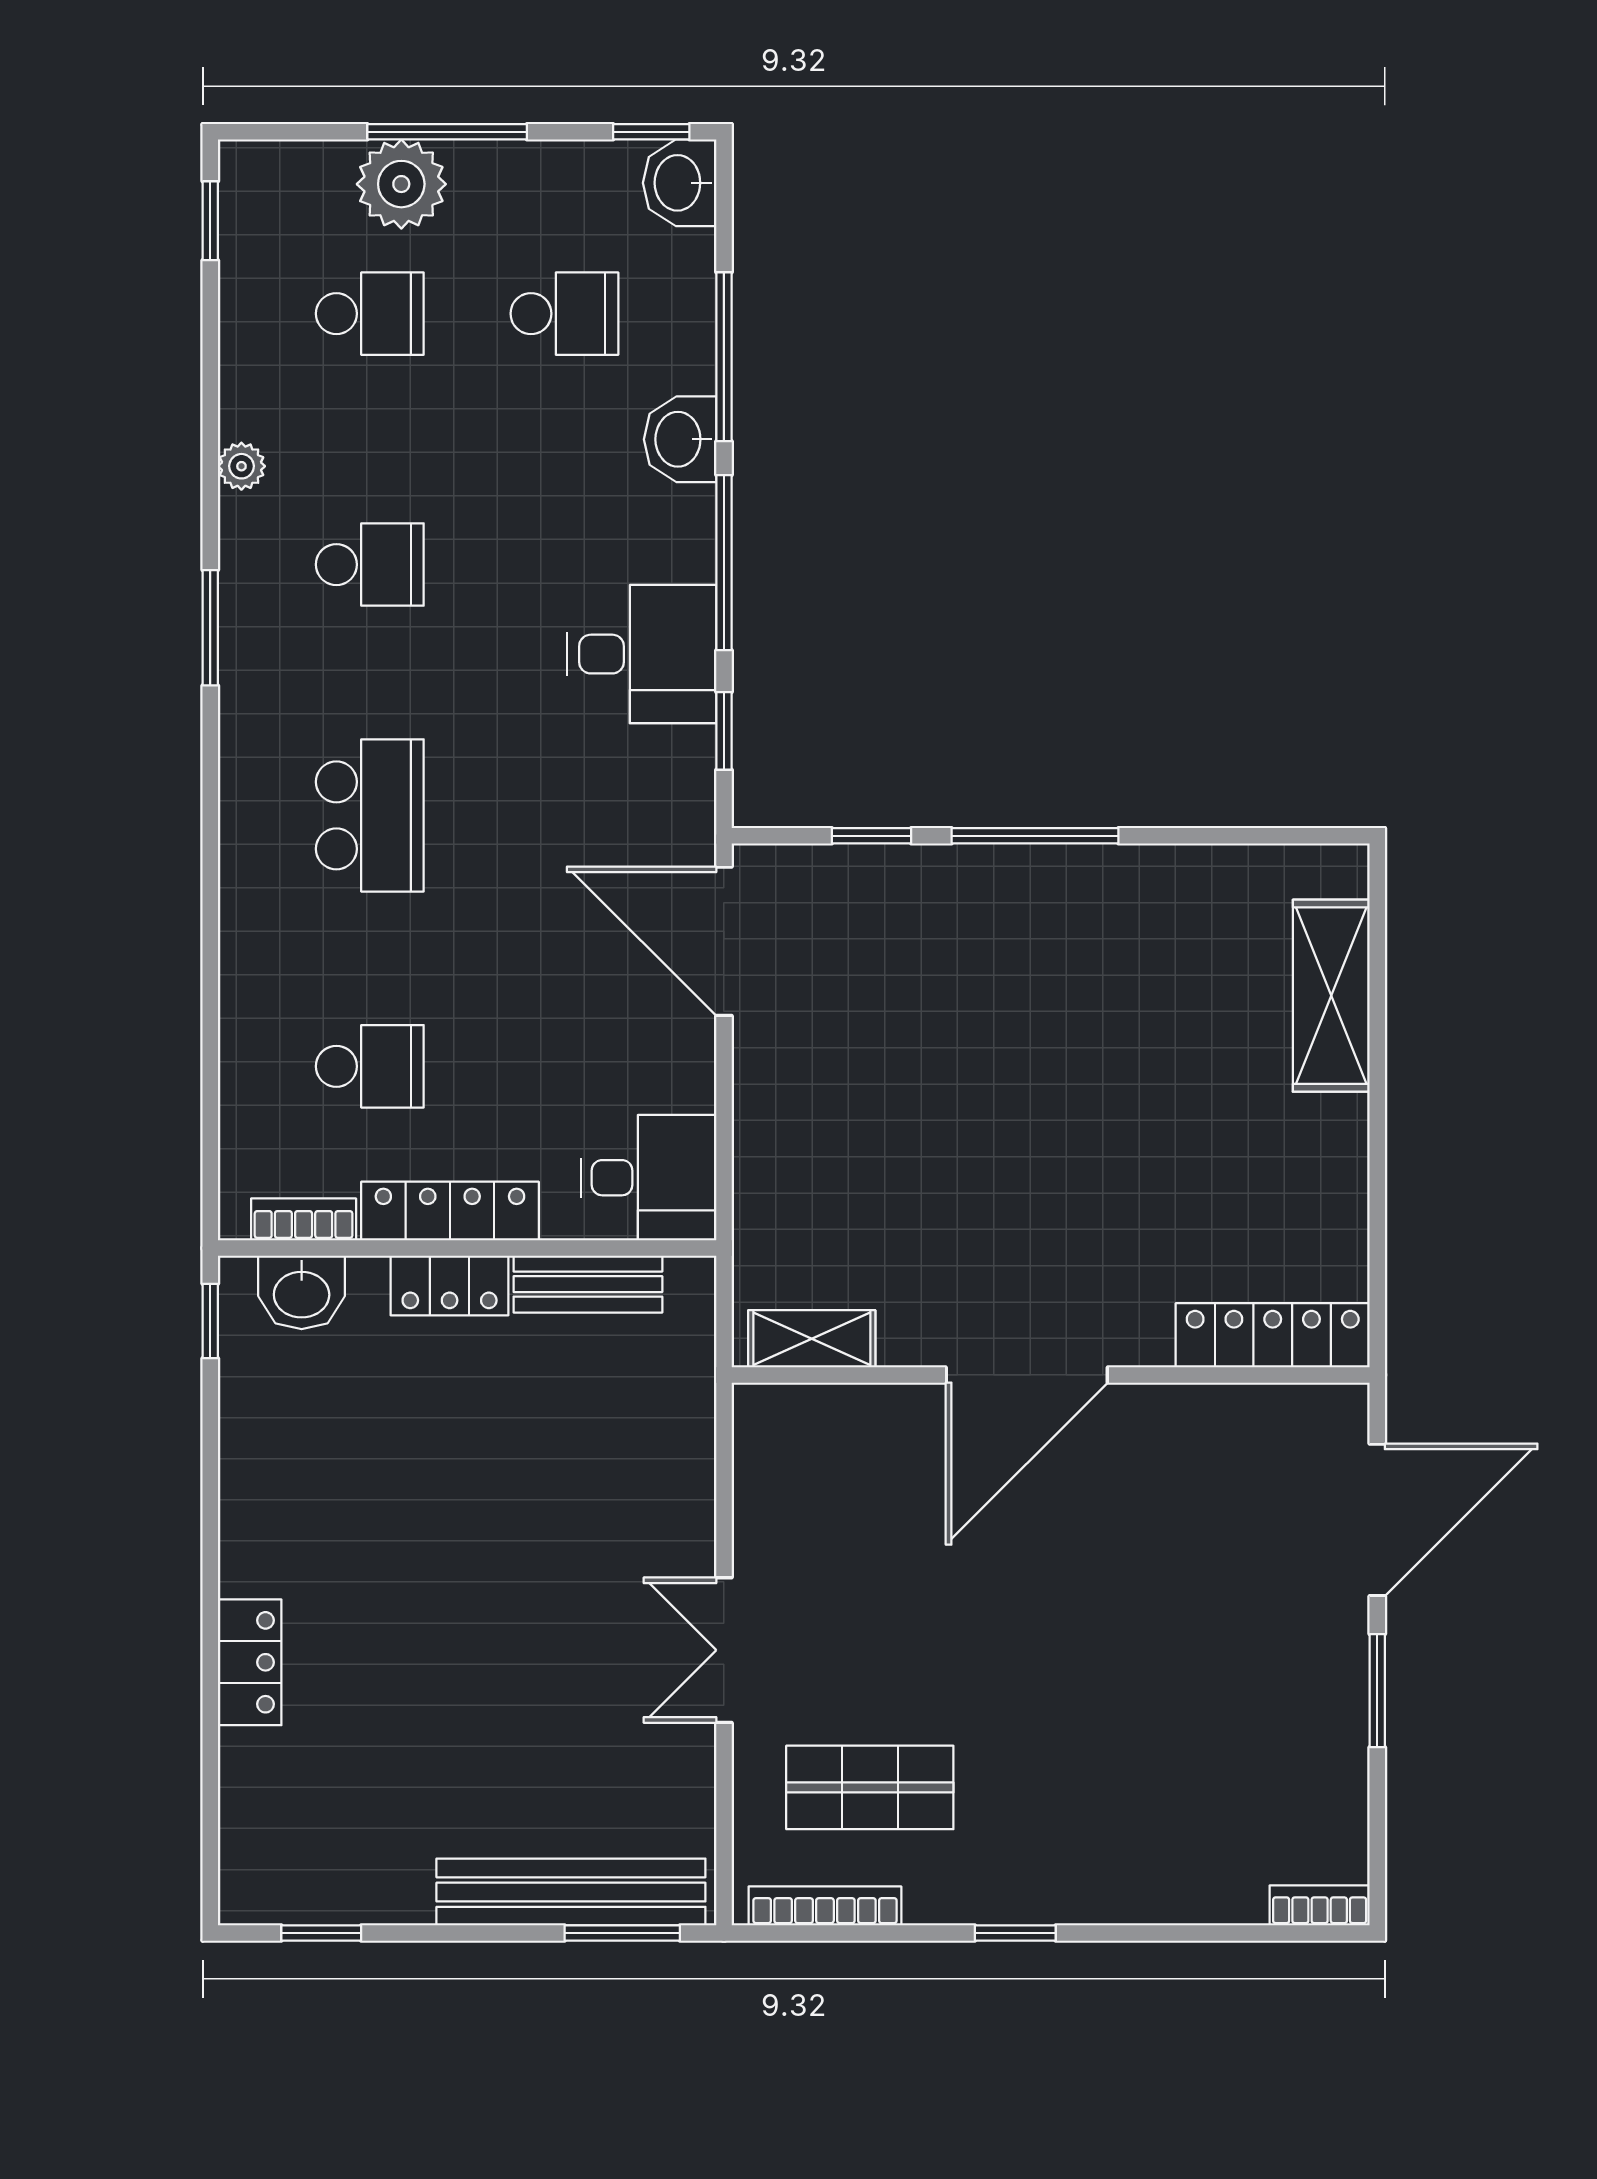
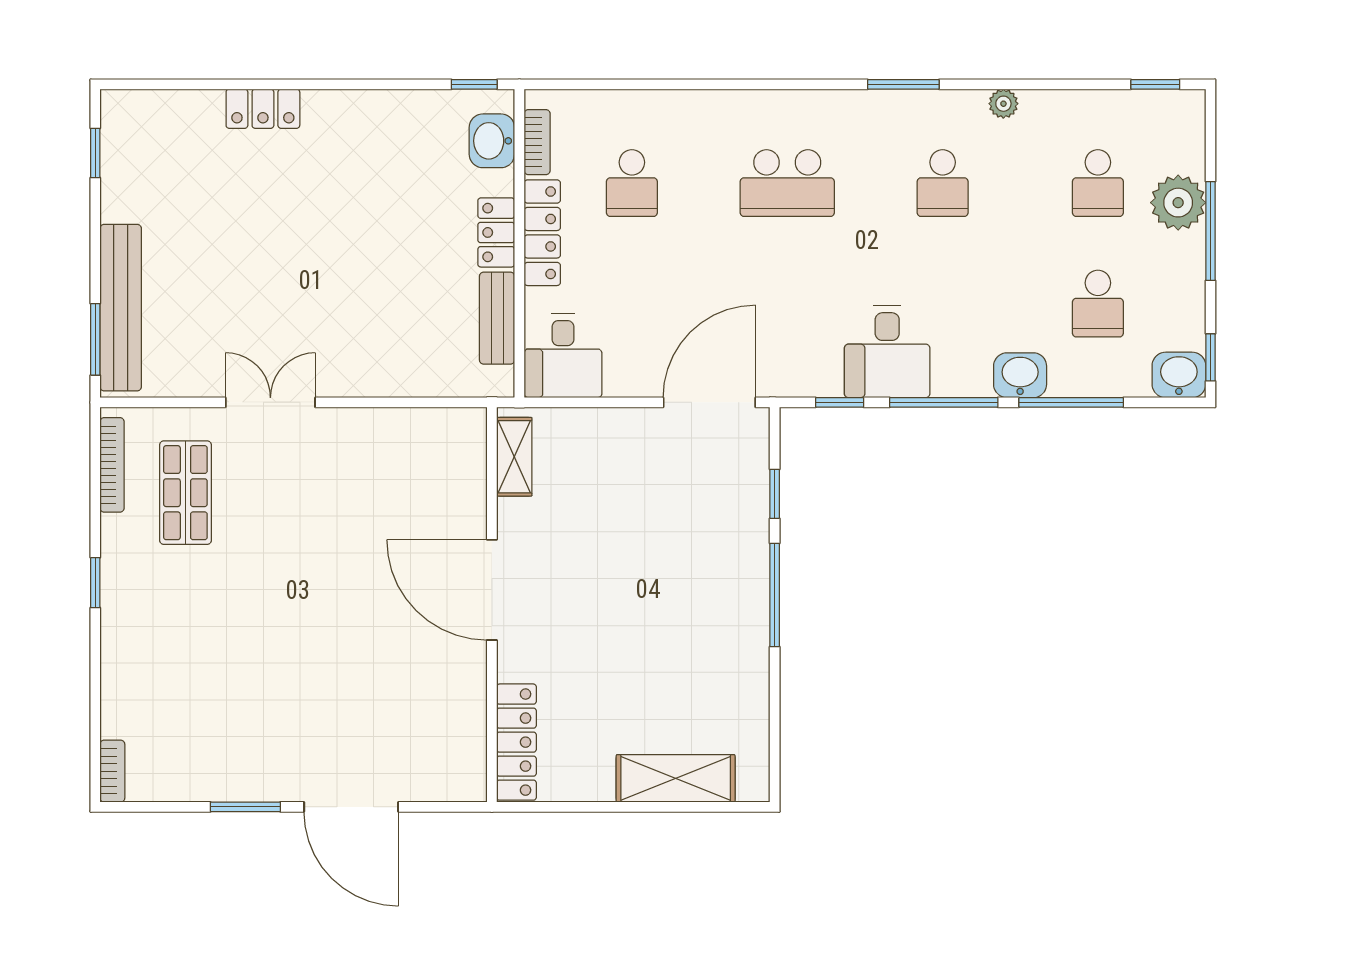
locker: (1273, 1335) -> (516, 742), moved
shelving: (812, 1339) -> (514, 457), moved
door: (1027, 1375) -> (492, 590), moved
wall: (1051, 1375) -> (492, 605), moved

